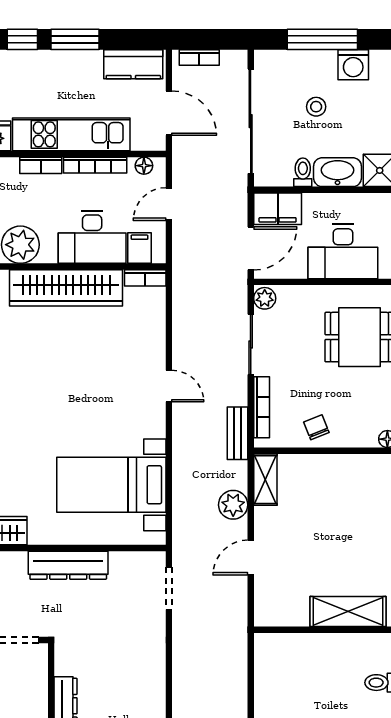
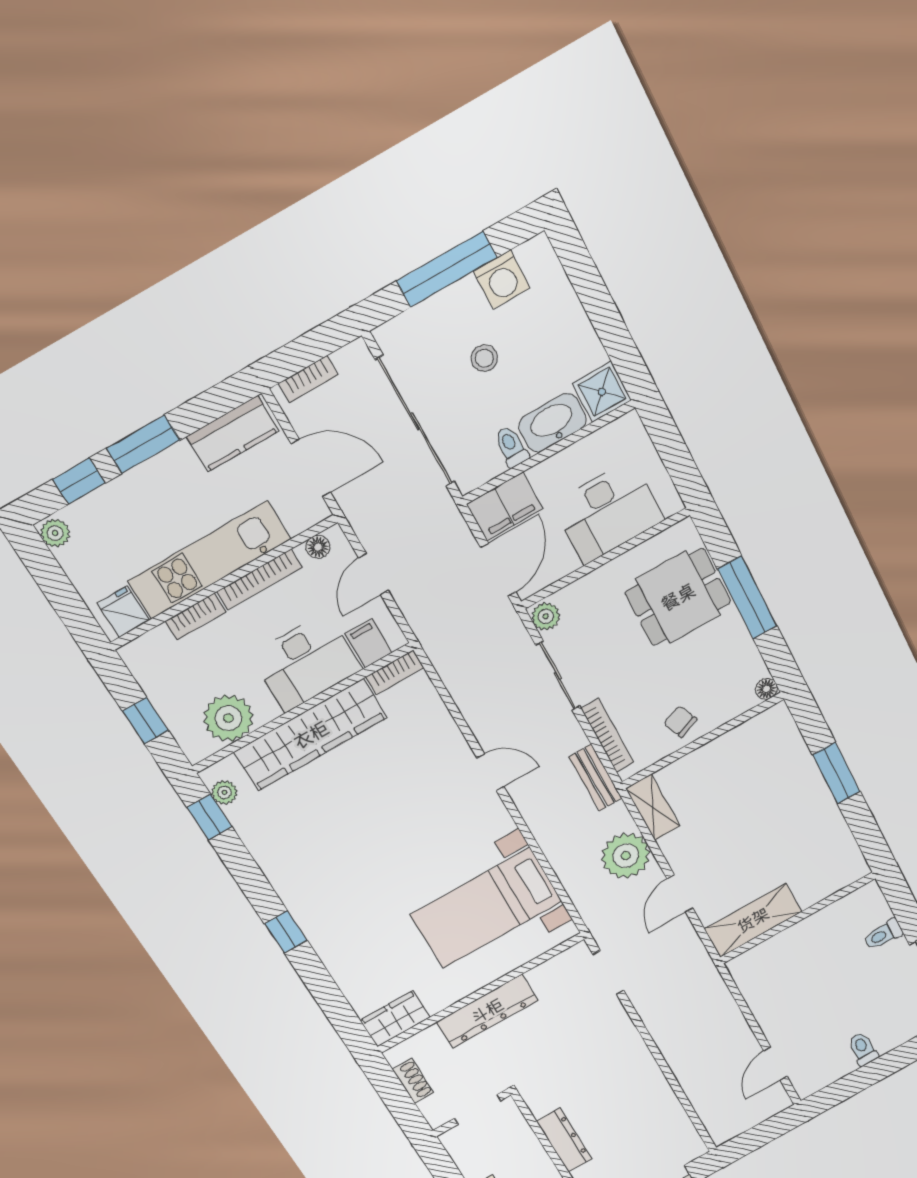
plant: (233, 505) -> (626, 856), width x1.36, depth x1.36
shelving: (348, 612) -> (753, 920), moved

